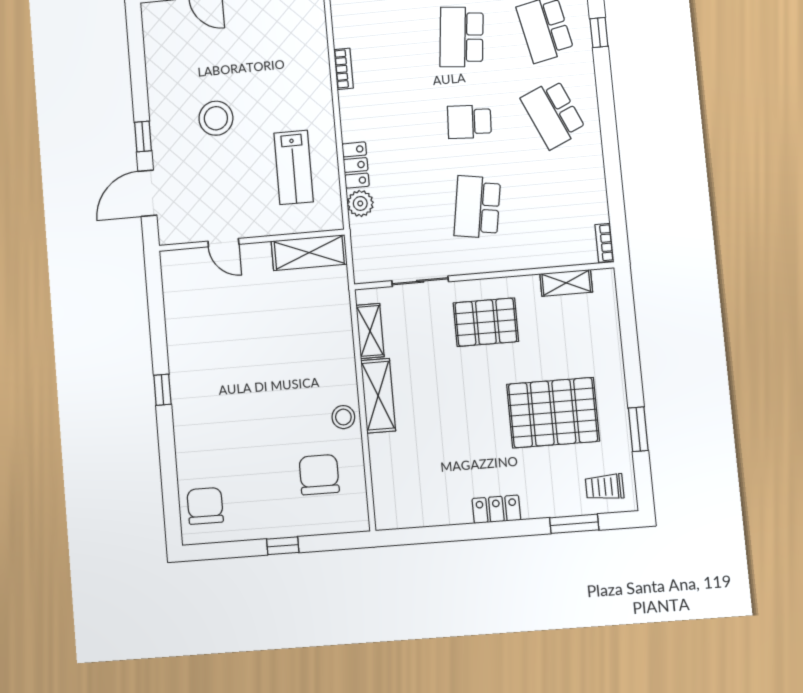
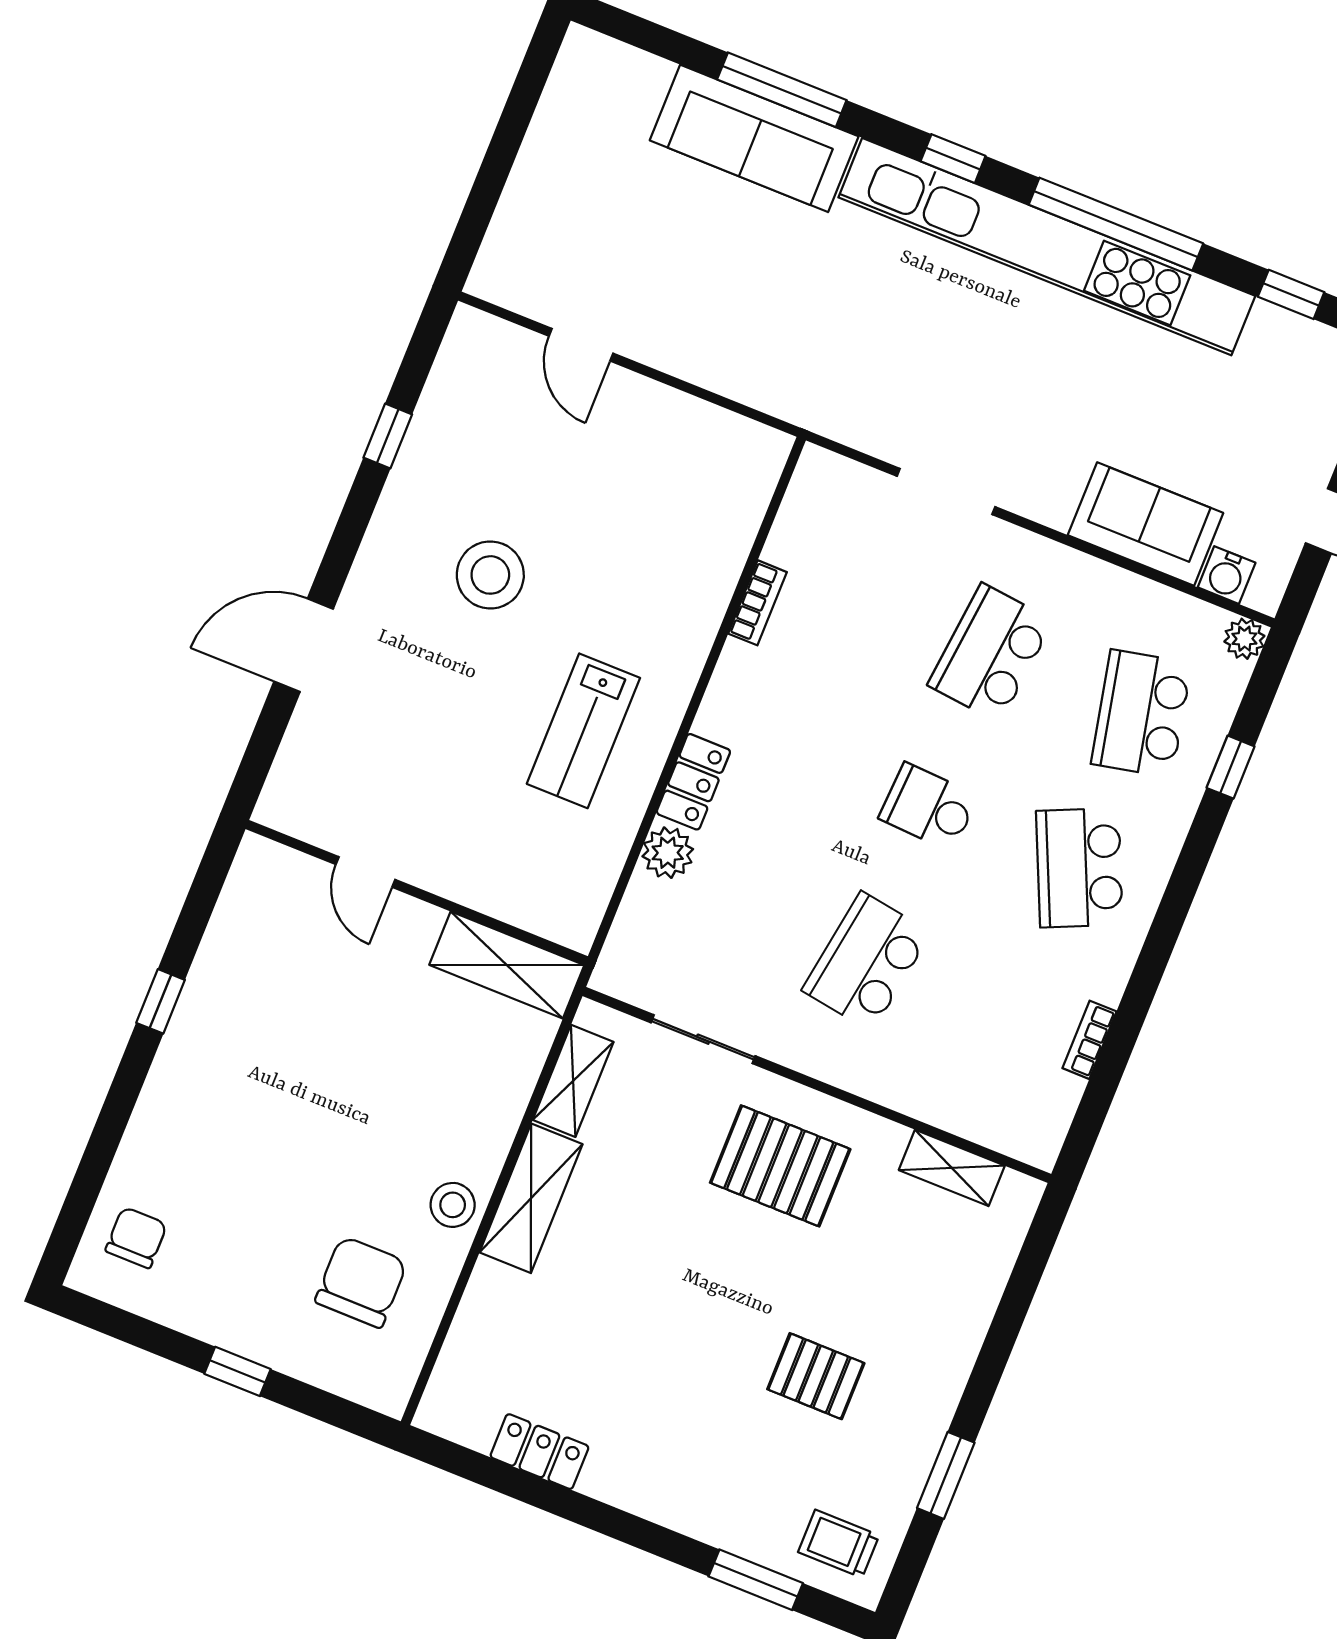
window: (143, 136) -> (388, 436), moved
wall: (251, 240) -> (417, 893), moved
door: (223, 243) -> (365, 872), moved
bookcase: (604, 243) -> (1089, 1040), moved
shelving: (309, 253) -> (507, 965), moved
pallet: (553, 413) -> (816, 1376), width x0.49, depth x0.50
chair: (205, 506) -> (136, 1238), width x0.73, depth x0.73
locker: (496, 509) -> (539, 1452), moved

